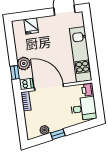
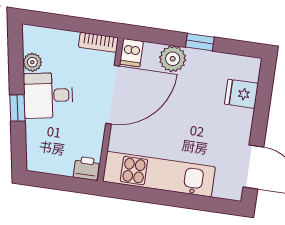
window: (15, 72) -> (200, 42), moved
desk: (84, 109) -> (48, 95), moved, turned 80
window: (58, 134) -> (17, 108), moved

